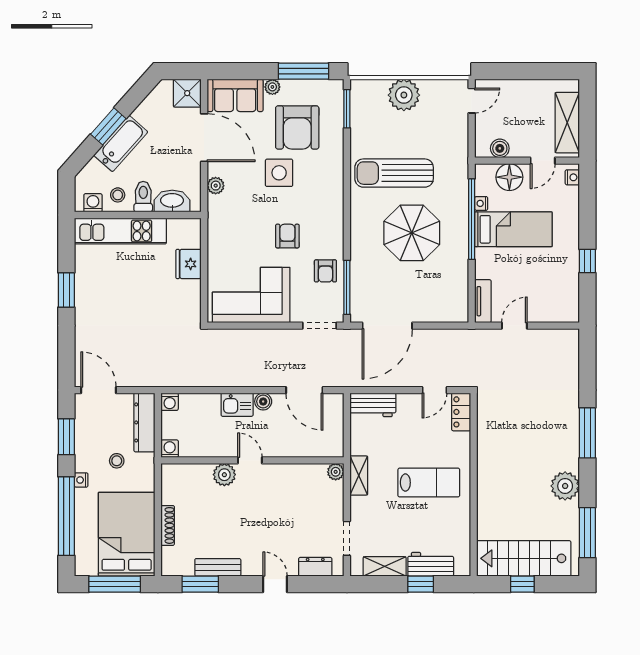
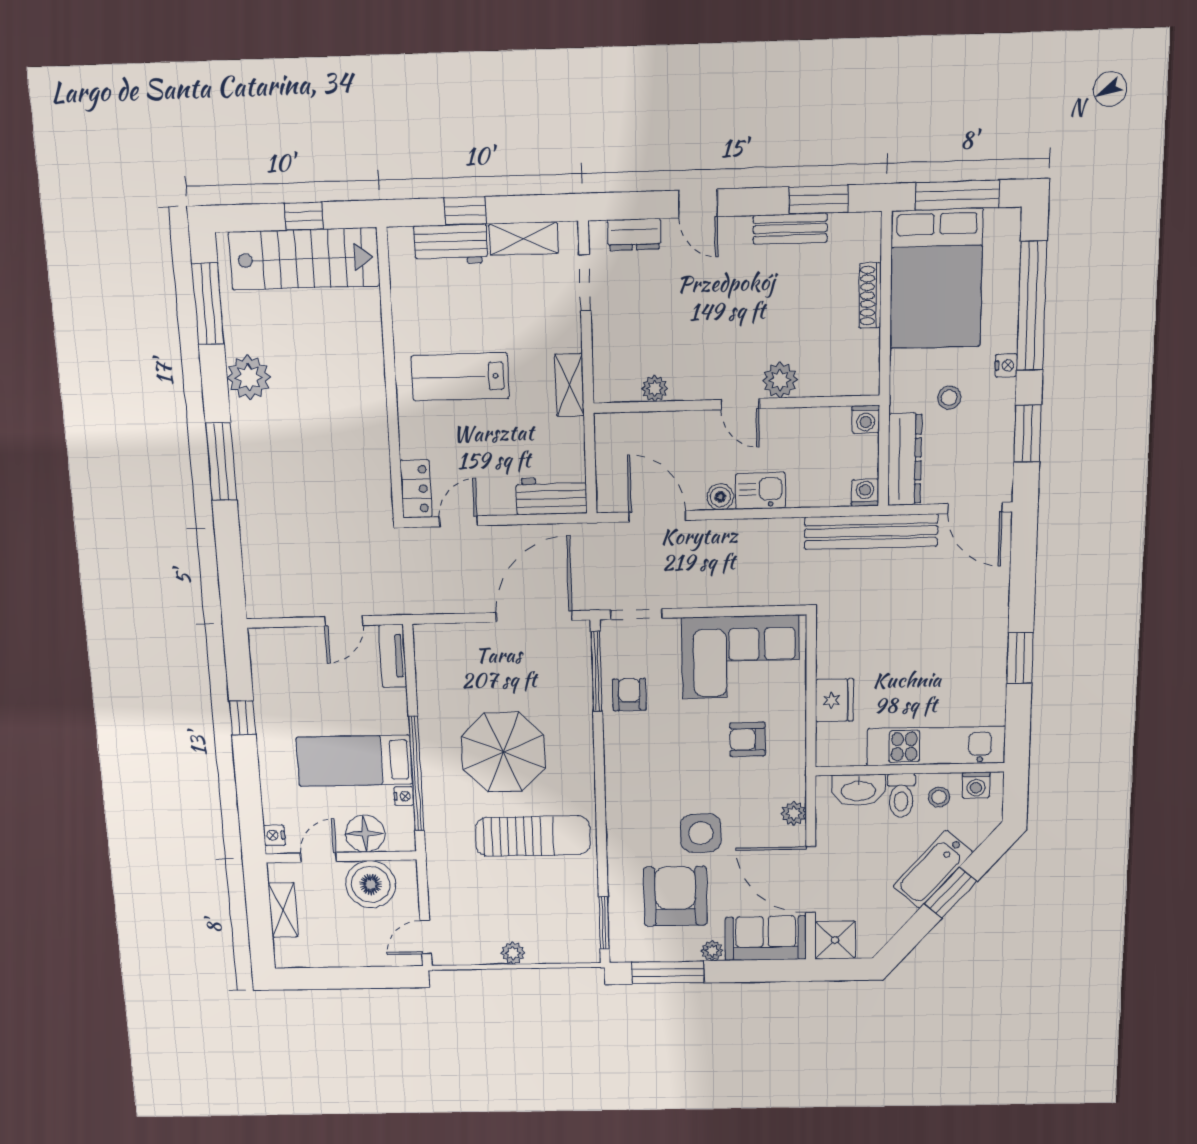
plant: (404, 95) -> (513, 953), width x0.53, depth x0.53
shelving: (567, 123) -> (283, 910), width x0.67, depth x0.75
boiler: (500, 148) -> (371, 884), width x1.86, depth x1.86
armchair: (287, 236) -> (748, 739), moved, turned 90
bench: (165, 376) -> (871, 532), added
plant: (336, 472) -> (655, 388), moved

